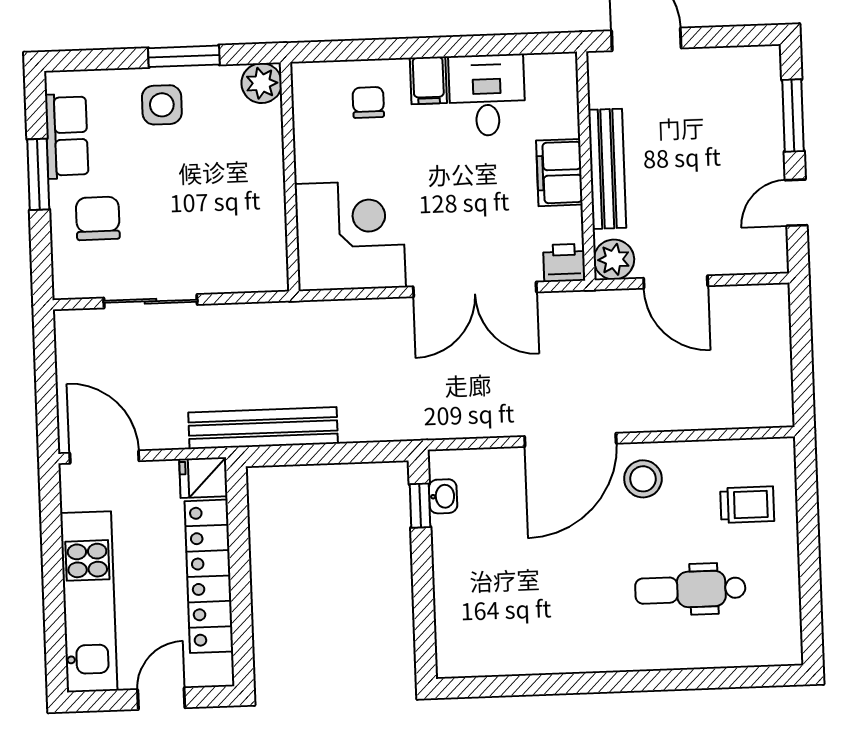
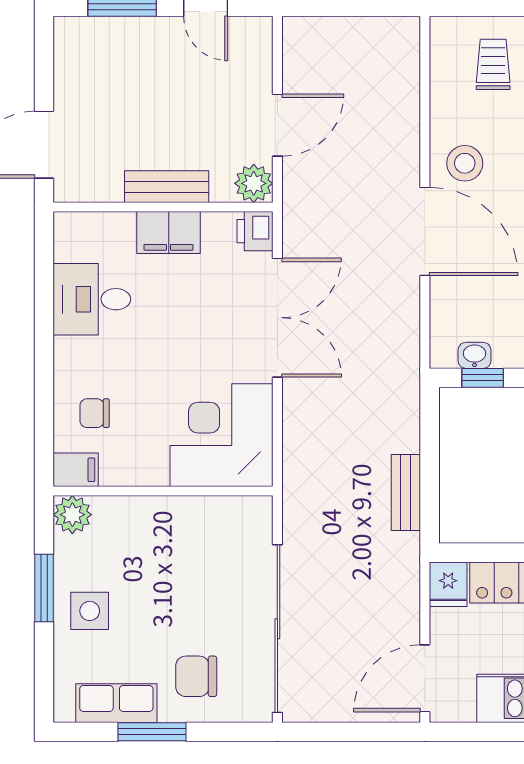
filing cabinet: (428, 80) -> (76, 470), moved
bench: (607, 169) -> (167, 187), width x0.73
sliding door: (151, 301) -> (277, 629), width x1.86
bench: (263, 428) -> (406, 492), width x0.54, depth x0.82

